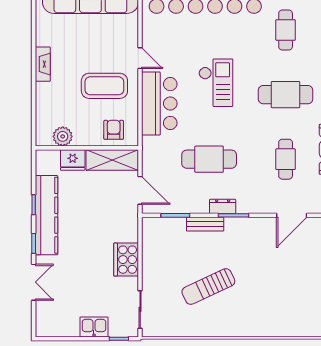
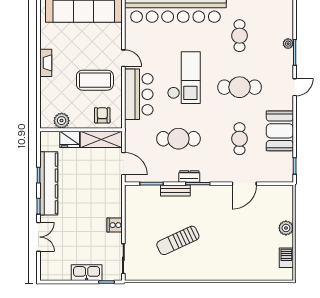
checkout: (216, 83) -> (184, 78), width x1.36, depth x1.21
cooker: (126, 260) -> (115, 225), width x0.53, depth x0.76
kitchen sink: (94, 327) -> (87, 273), width x1.38

